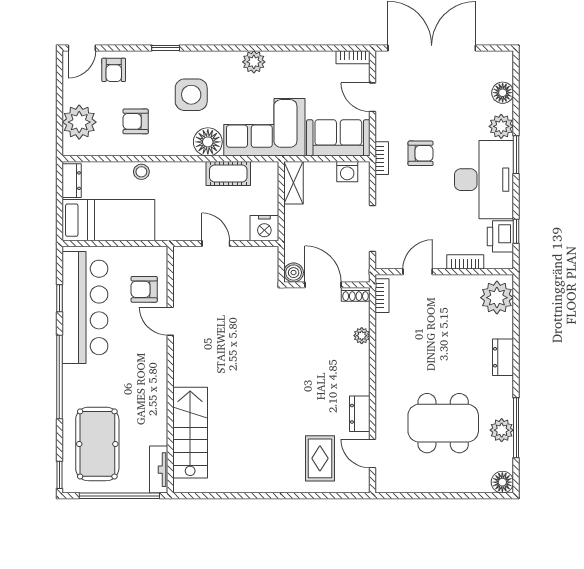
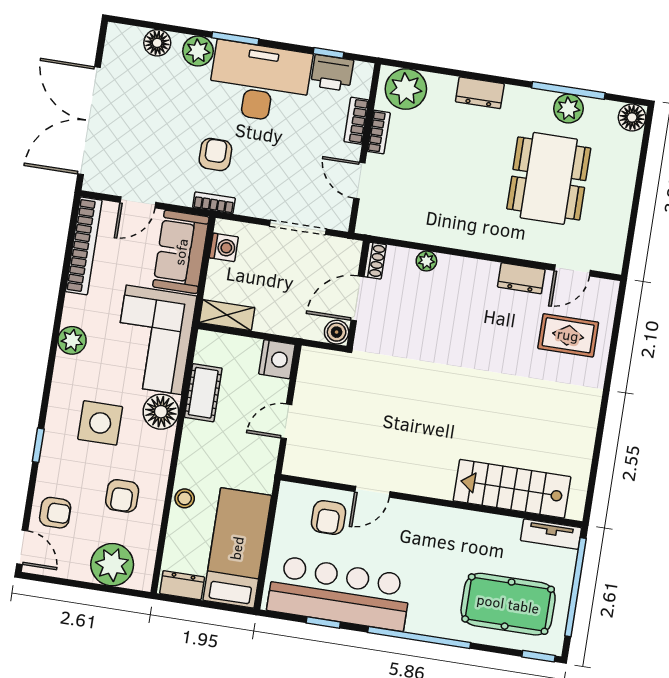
bookcase: (353, 57) -> (84, 246), width x2.31, depth x1.31
bookcase: (382, 296) -> (379, 132), moved, turned 90

